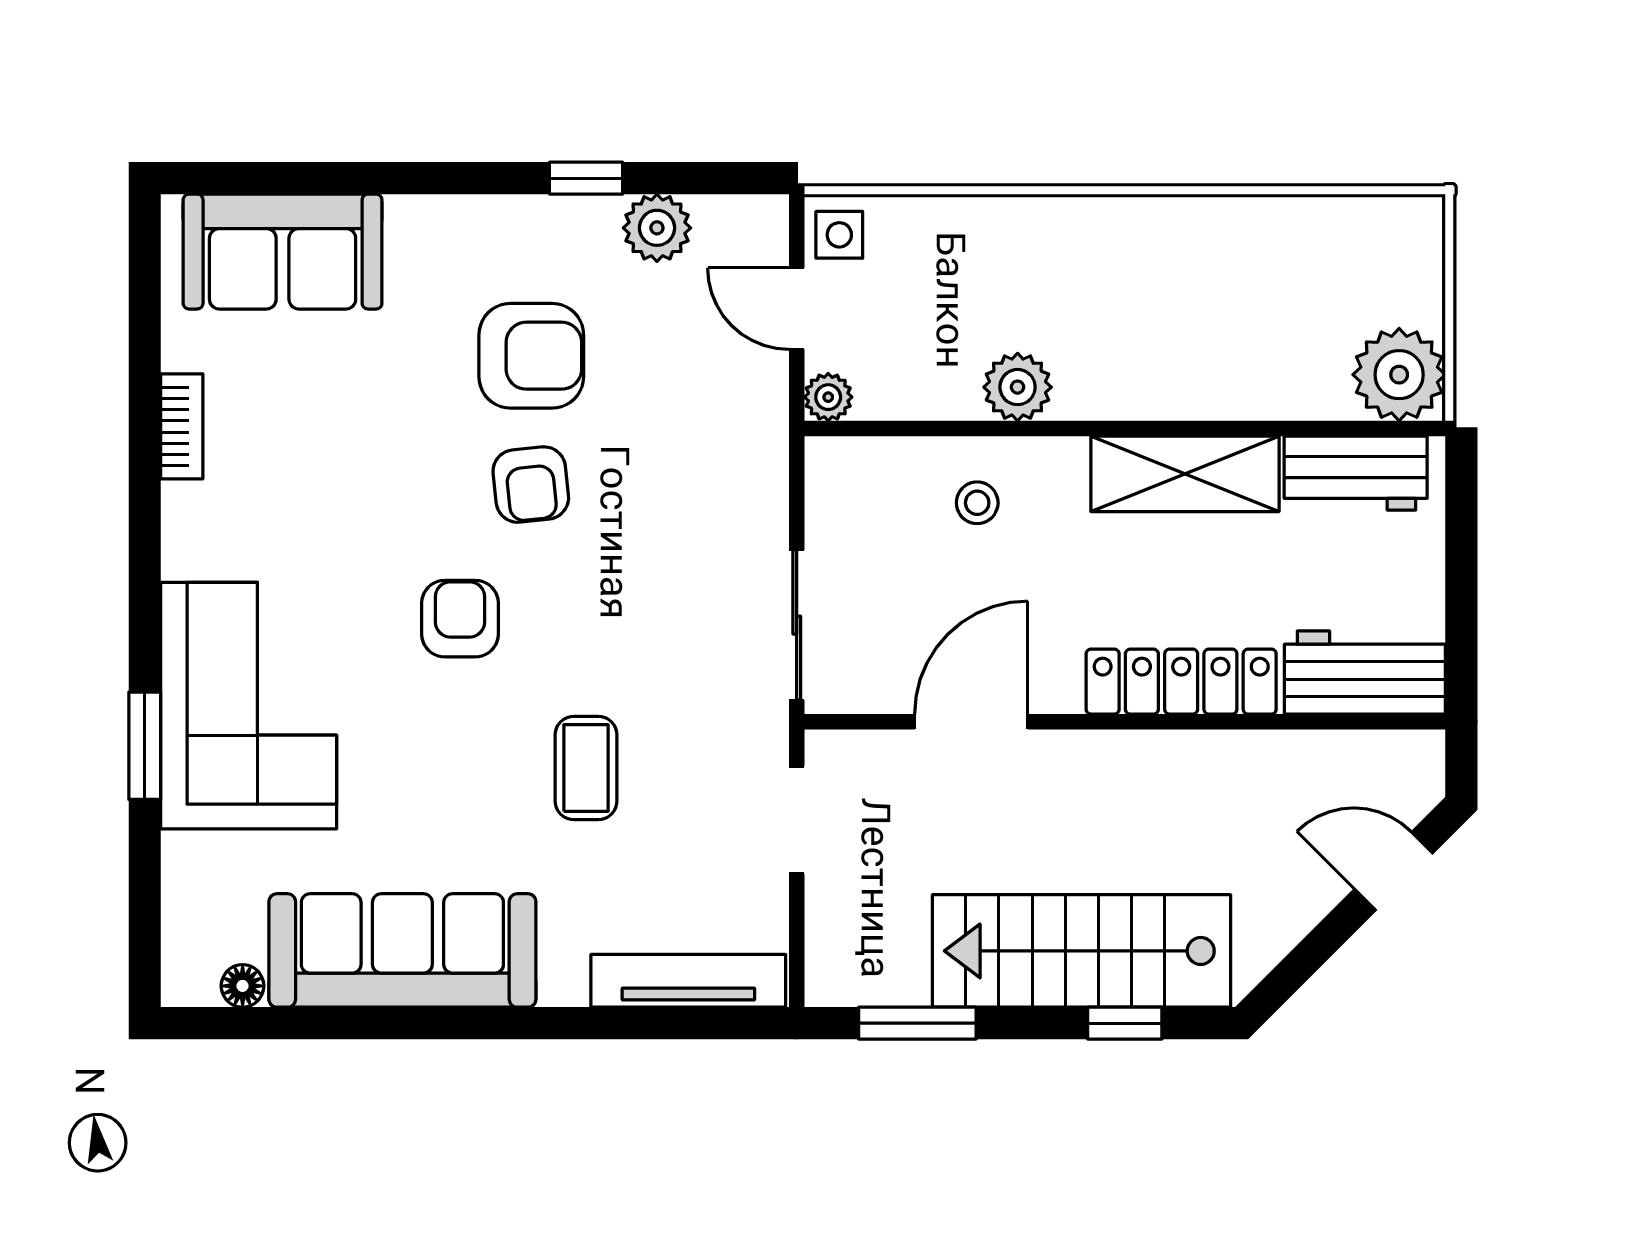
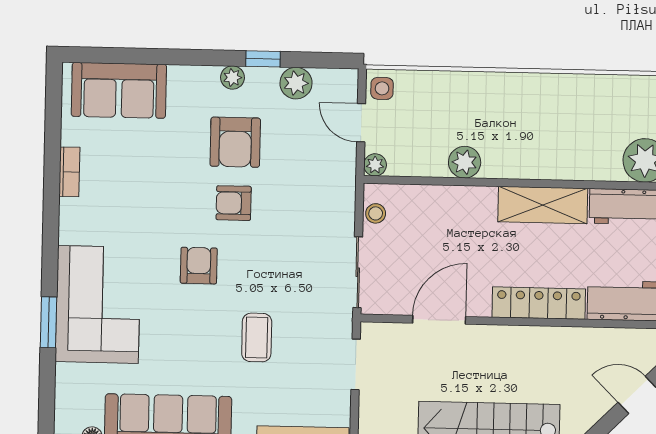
plant: (522, 219) -> (232, 78), added
armchair: (531, 356) -> (235, 142), turned 90
armchair: (531, 485) -> (234, 203), turned 96
stool: (977, 503) -> (376, 213), moved

